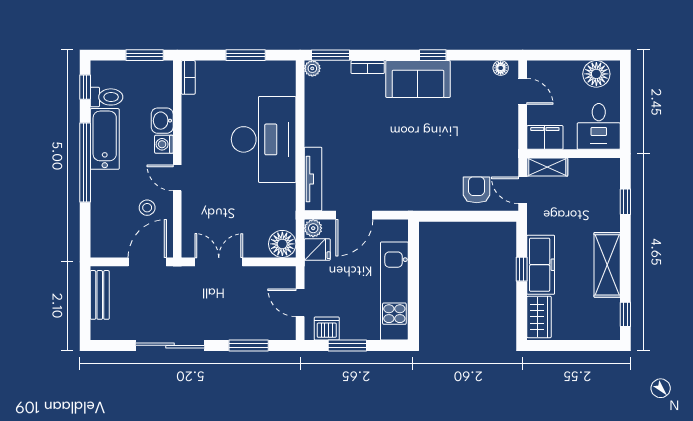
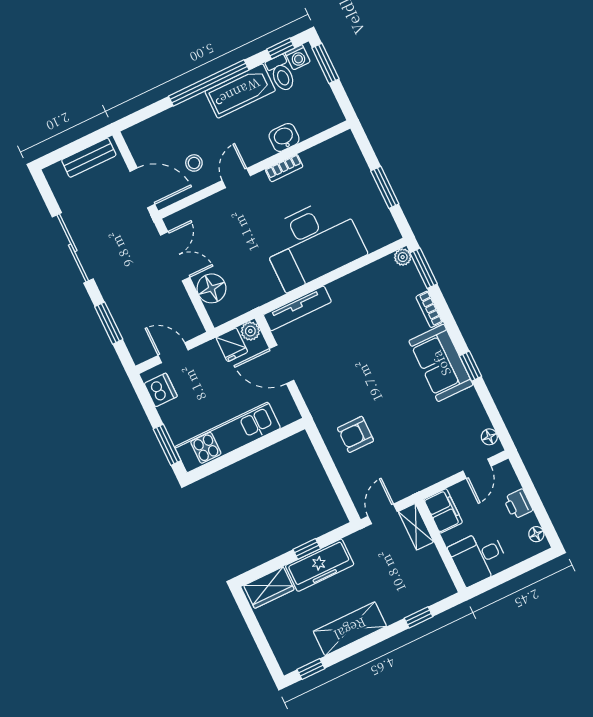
window: (145, 55) -> (325, 63), moved
printer: (570, 71) -> (518, 504), added
floor lamp: (596, 74) -> (536, 534), width x0.53, depth x0.53
bookcase: (188, 77) -> (284, 168), moved
washing machine: (164, 144) -> (298, 57), moved, turned 180
armchair: (477, 190) -> (355, 434), moved, turned 180
floor lamp: (282, 244) -> (211, 288), moved
door: (300, 303) -> (173, 353), hinge flipped
window: (347, 345) -> (167, 445), moved

